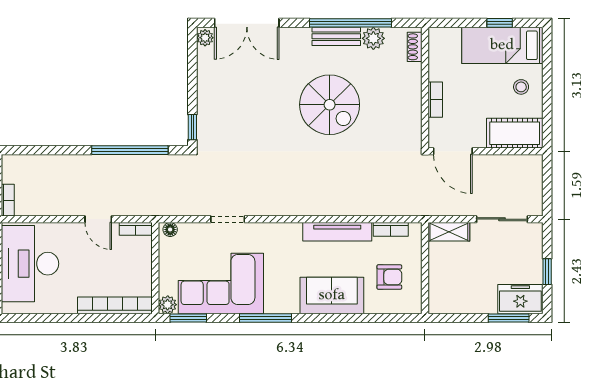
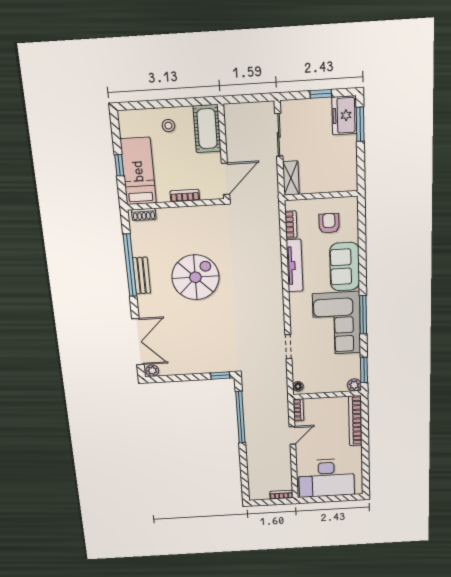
window: (500, 23) -> (119, 165), moved
plant: (373, 38) -> (140, 247), removed
bed: (502, 45) -> (138, 171), moved, turned 180
corner sofa: (221, 283) -> (337, 323), moved

